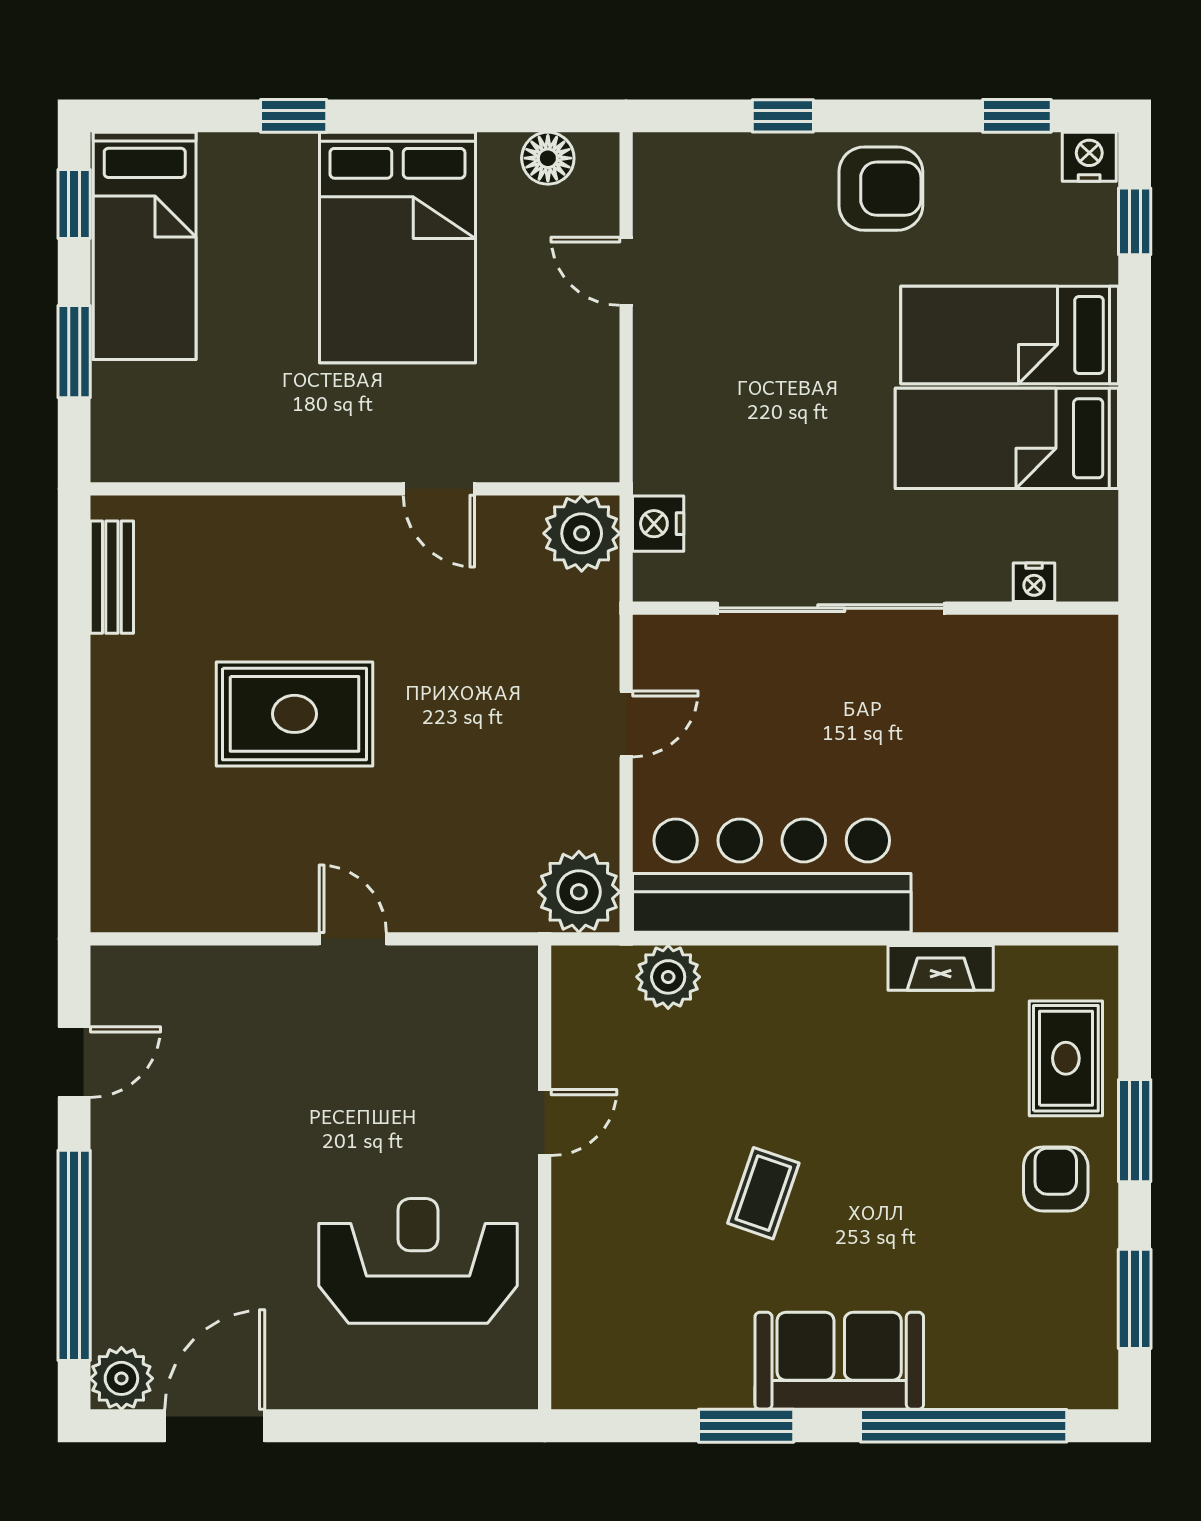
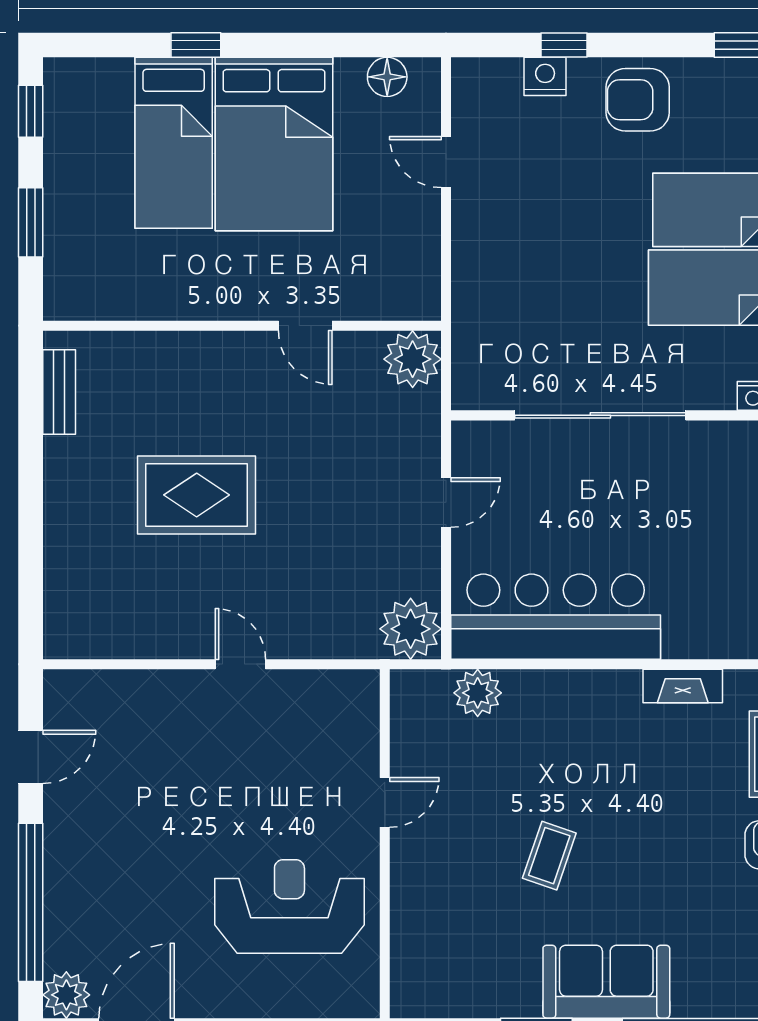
armchair: (881, 189) -> (638, 100), turned 180
bed: (145, 246) -> (174, 143), moved
nightstand: (658, 524) -> (545, 76), moved, turned 90

